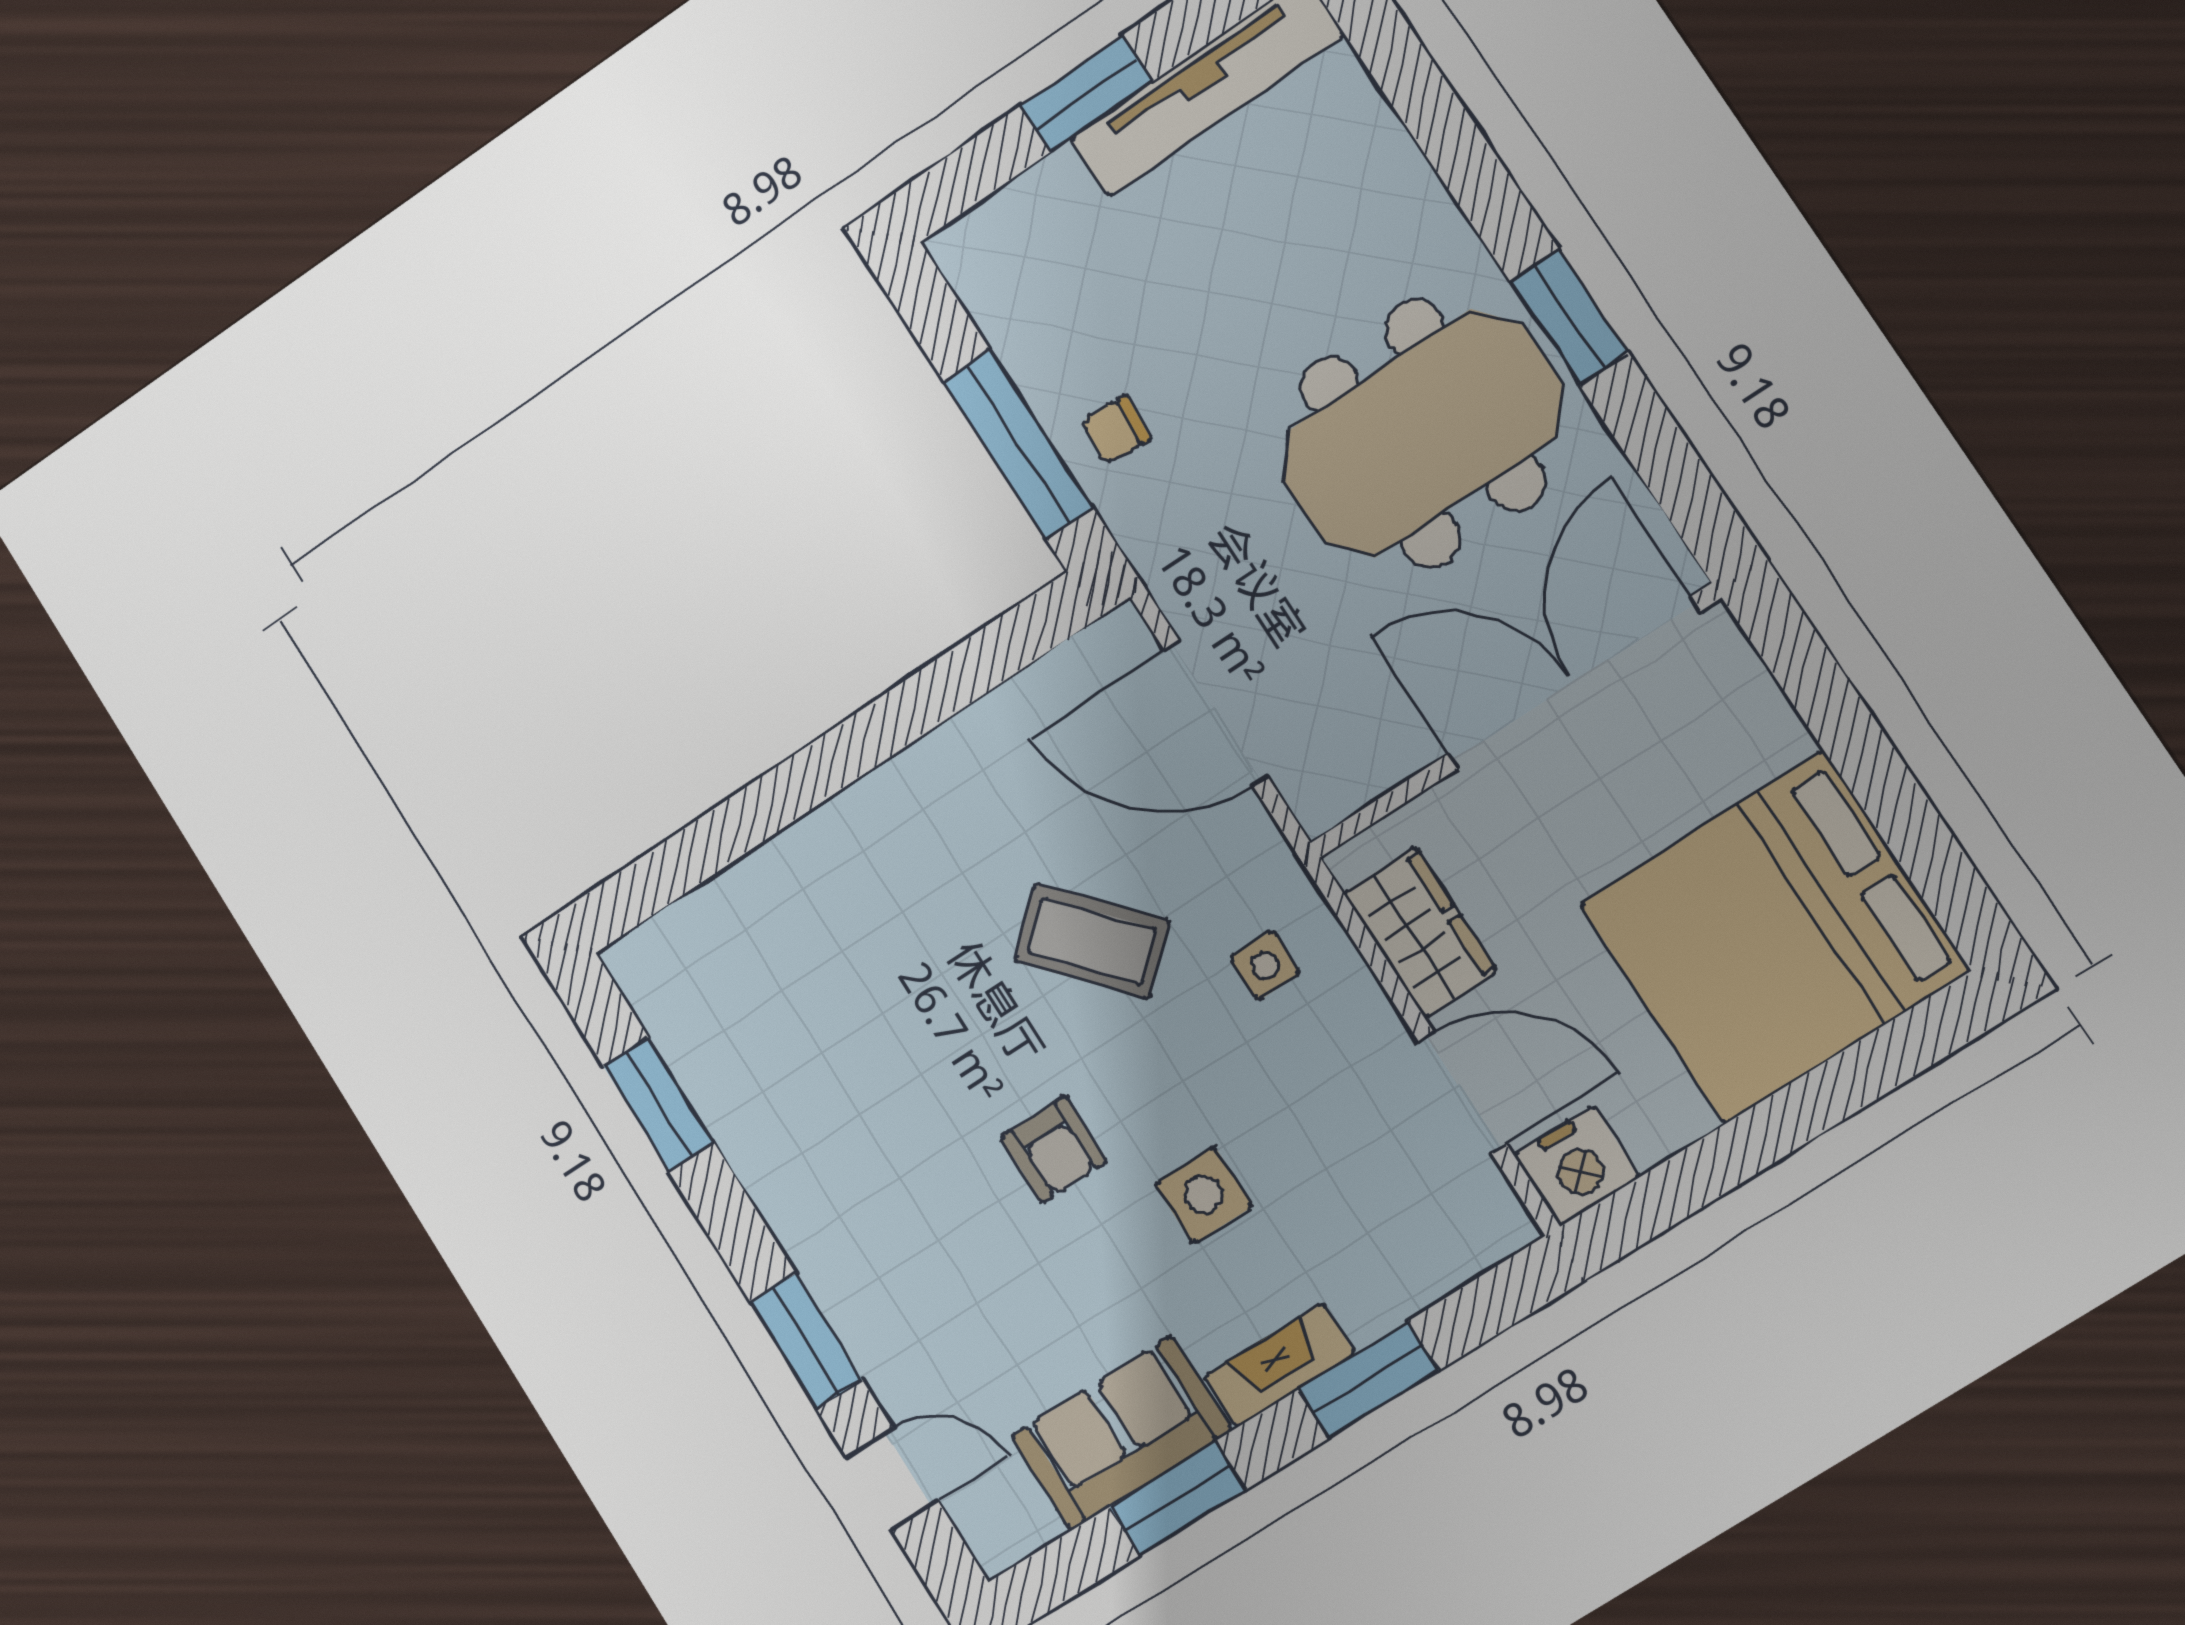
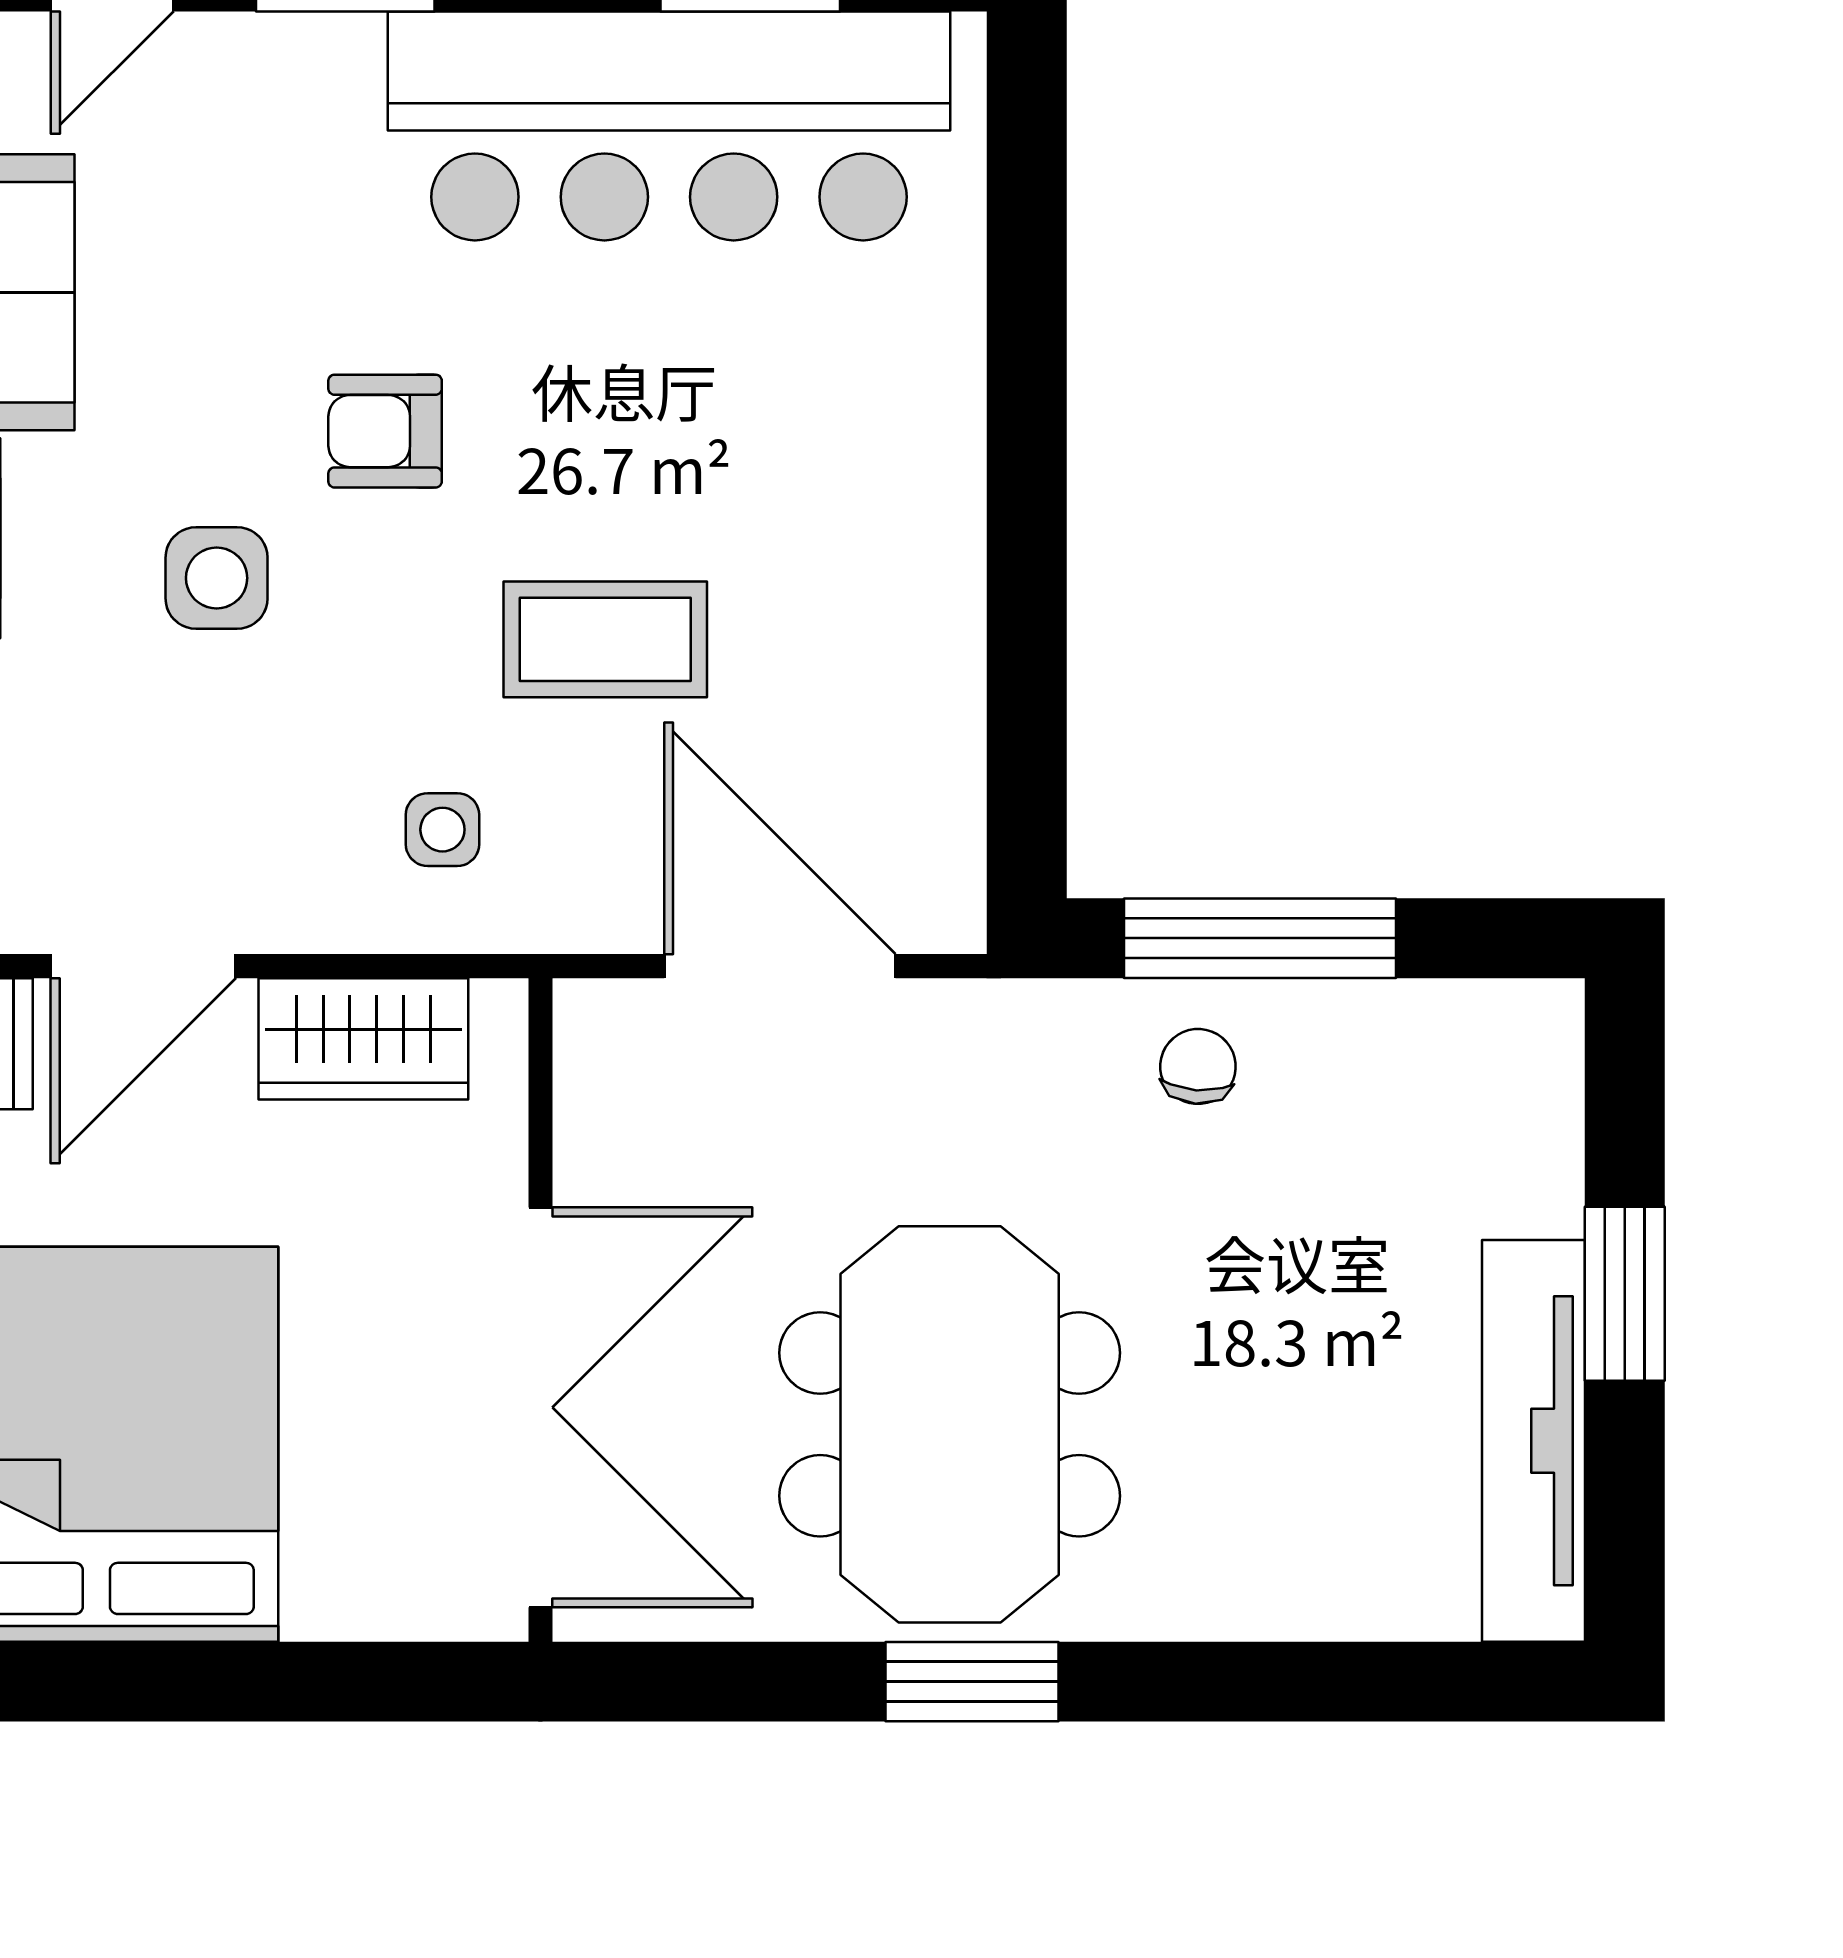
door: (1216, 713) -> (780, 966), hinge flipped
coffee table: (1092, 941) -> (605, 639), turned 42
bar counter: (775, 1095) -> (669, 126), added

